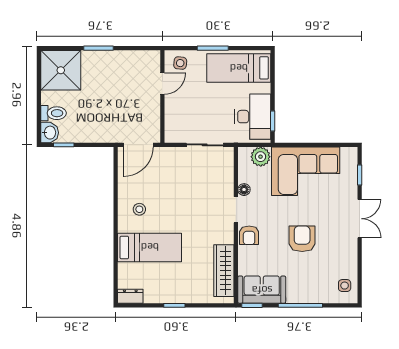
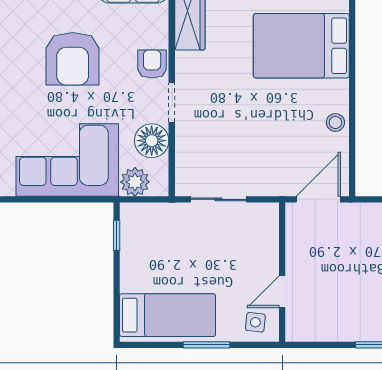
desk: (253, 117) -> (146, 242), removed
floor lamp: (244, 190) -> (152, 141), width x1.89, depth x1.89
stool: (139, 209) -> (335, 122), moved
armchair: (302, 239) -> (73, 59), width x1.36, depth x1.36
bed: (150, 247) -> (301, 46), width x1.50

